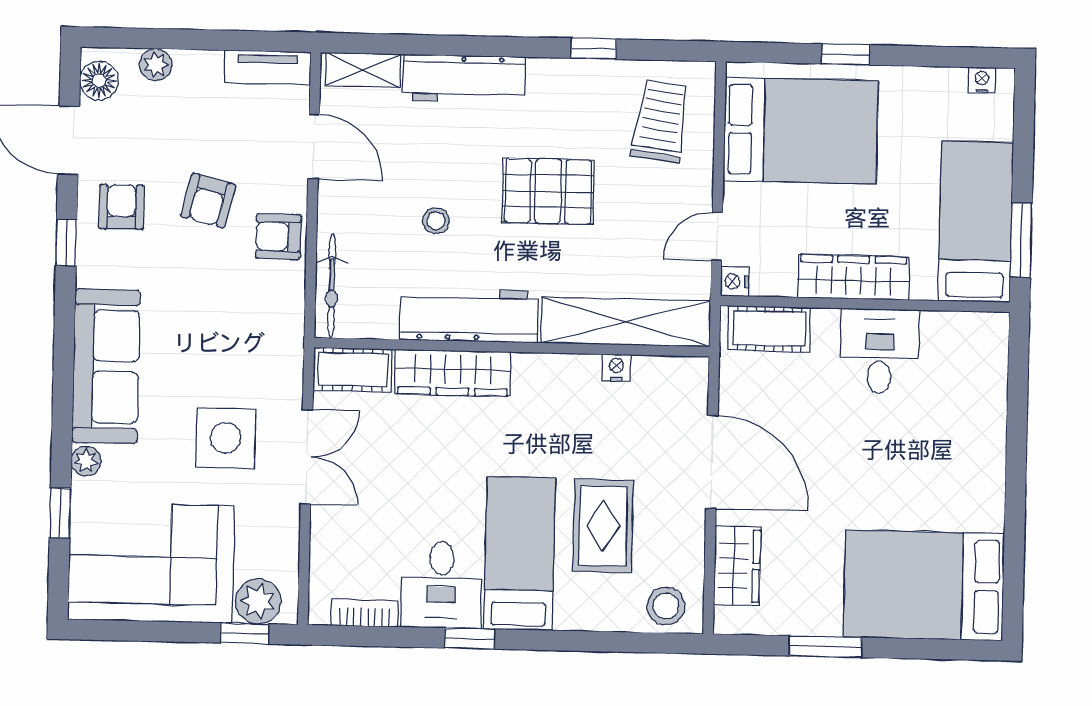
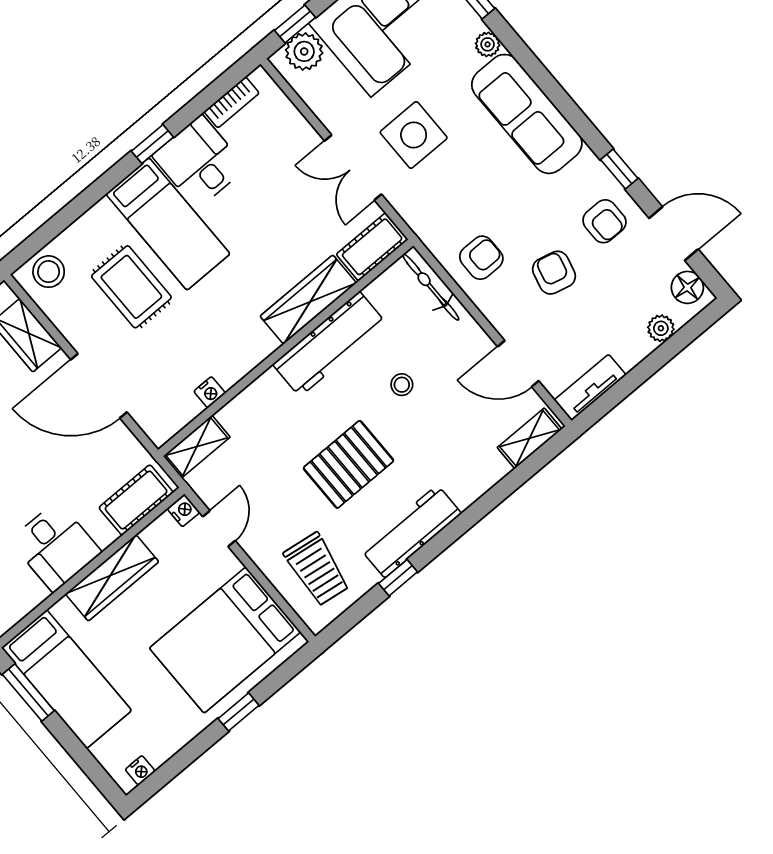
workbench: (464, 78) -> (411, 531), moved
armchair: (278, 236) -> (481, 258), moved
shelving: (626, 322) -> (197, 447), width x0.45, depth x0.75

